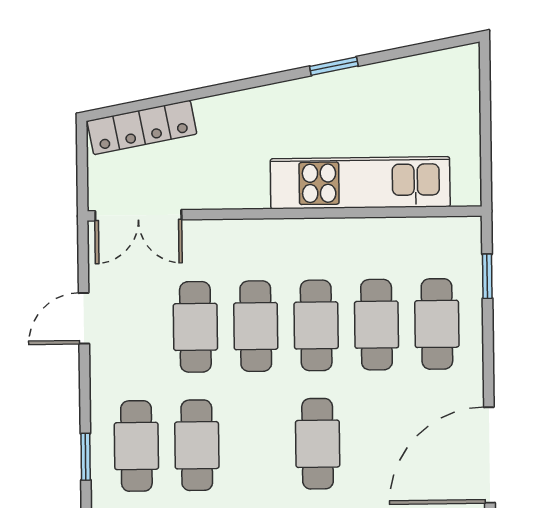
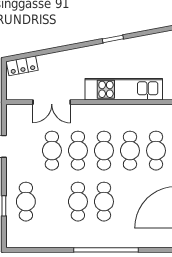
locker: (142, 127) -> (22, 66), width x0.66
double door: (138, 215) -> (52, 102), moved
cafe table: (197, 445) -> (78, 202), moved

